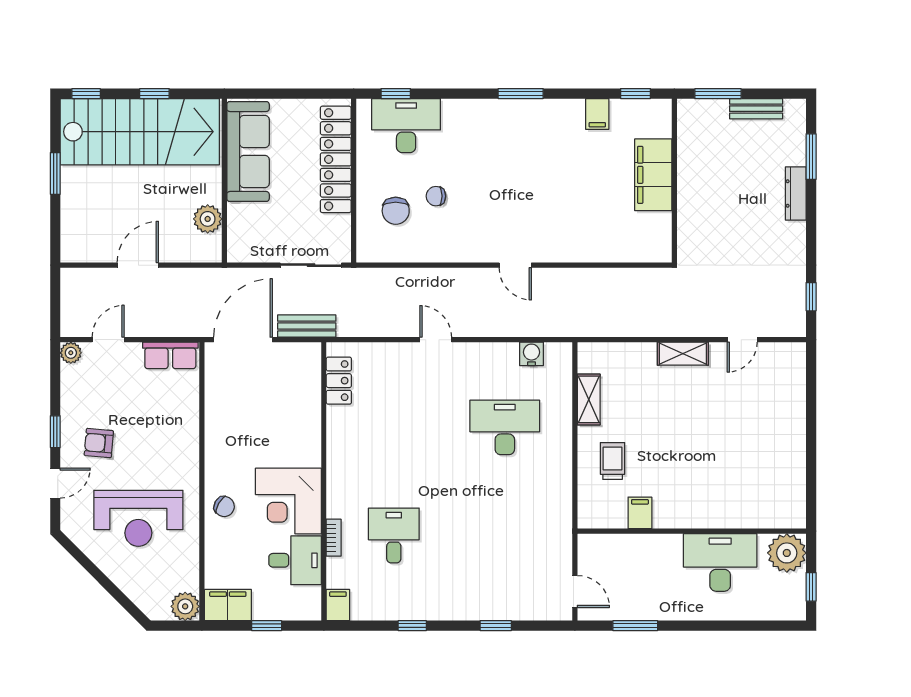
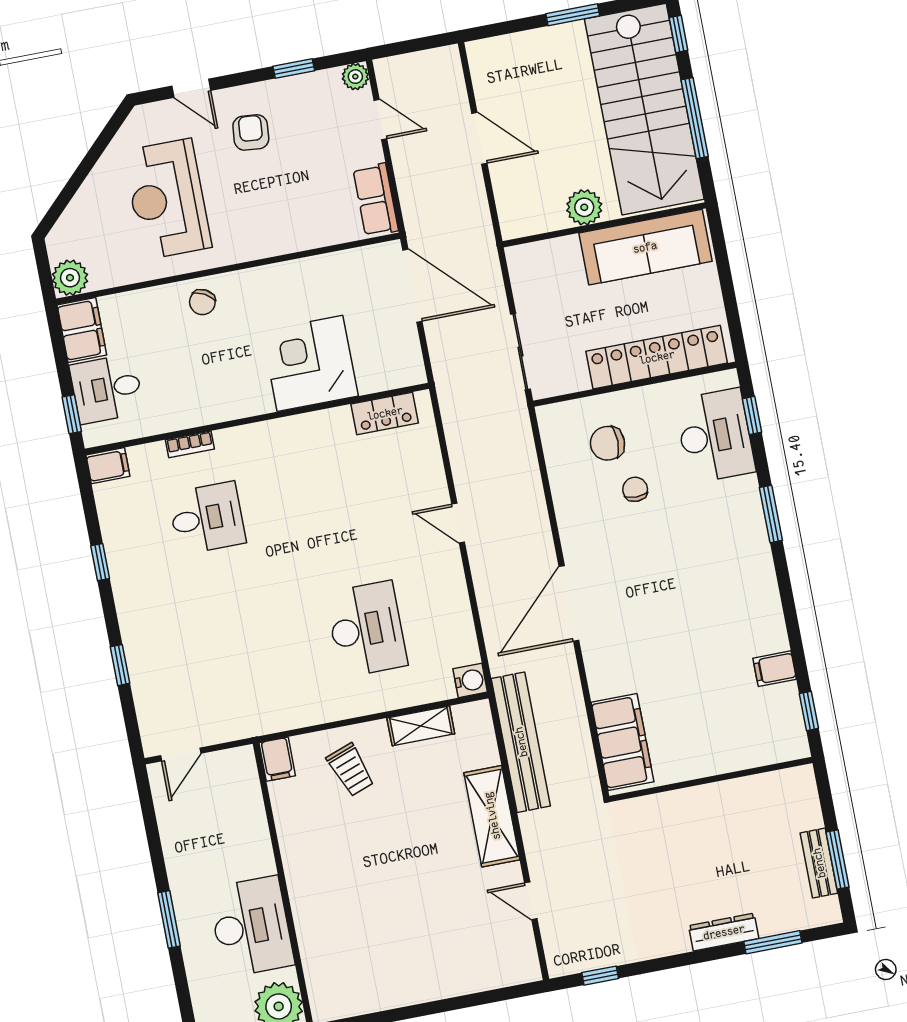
window: (154, 94) -> (695, 118), width x2.17
window: (521, 94) -> (771, 514), moved
window: (718, 94) -> (837, 860), moved
filing cabinet: (653, 175) -> (623, 742), moved, turned 90
plant: (208, 219) -> (584, 207), moved
door: (515, 265) -> (569, 603), width x1.88
bench: (307, 326) -> (521, 742), moved, width x1.86, depth x1.21
door: (436, 340) -> (458, 523), swing flipped
water cooler: (531, 354) -> (470, 680), moved
shelving: (683, 354) -> (492, 816), width x1.50, depth x1.33
window: (55, 432) -> (294, 69), moved
trolley: (613, 461) -> (351, 770), turned 70
corner desk: (288, 501) -> (310, 363), moved
filing cabinet: (640, 513) -> (277, 759), moved, turned 90
desk: (295, 560) -> (107, 389), moved, turned 90
window: (267, 626) -> (72, 414), moved
window: (635, 626) -> (169, 919), moved

